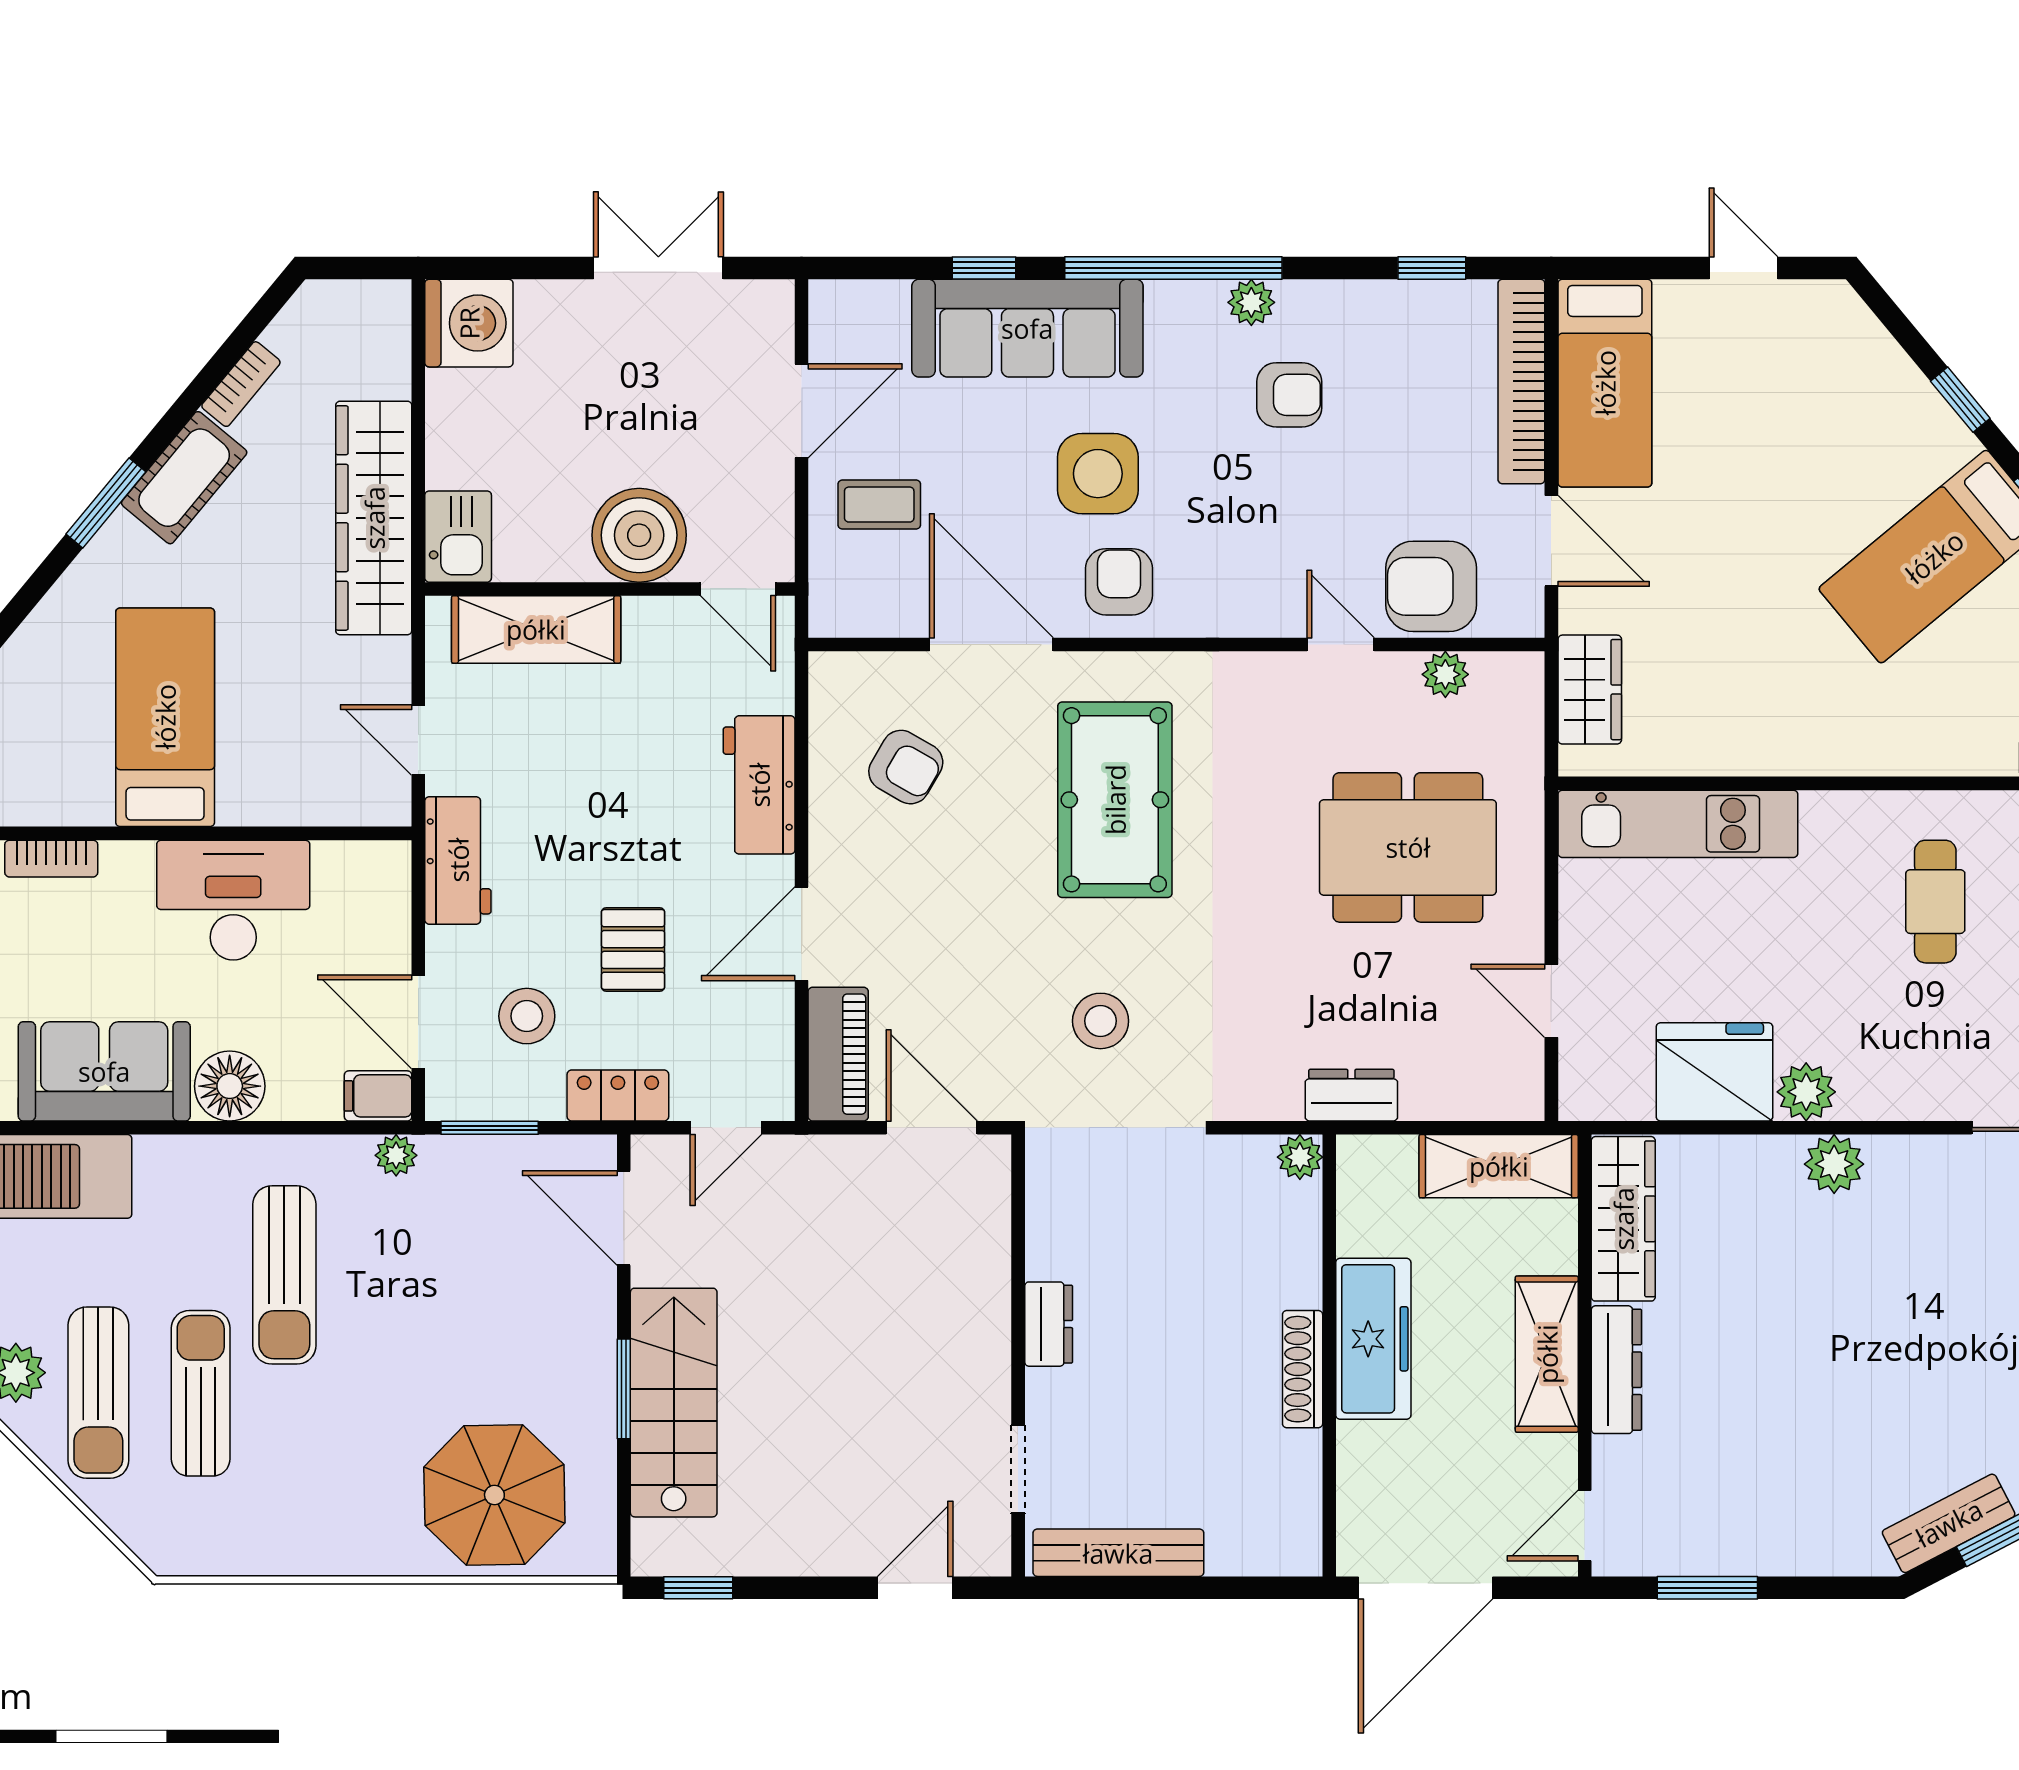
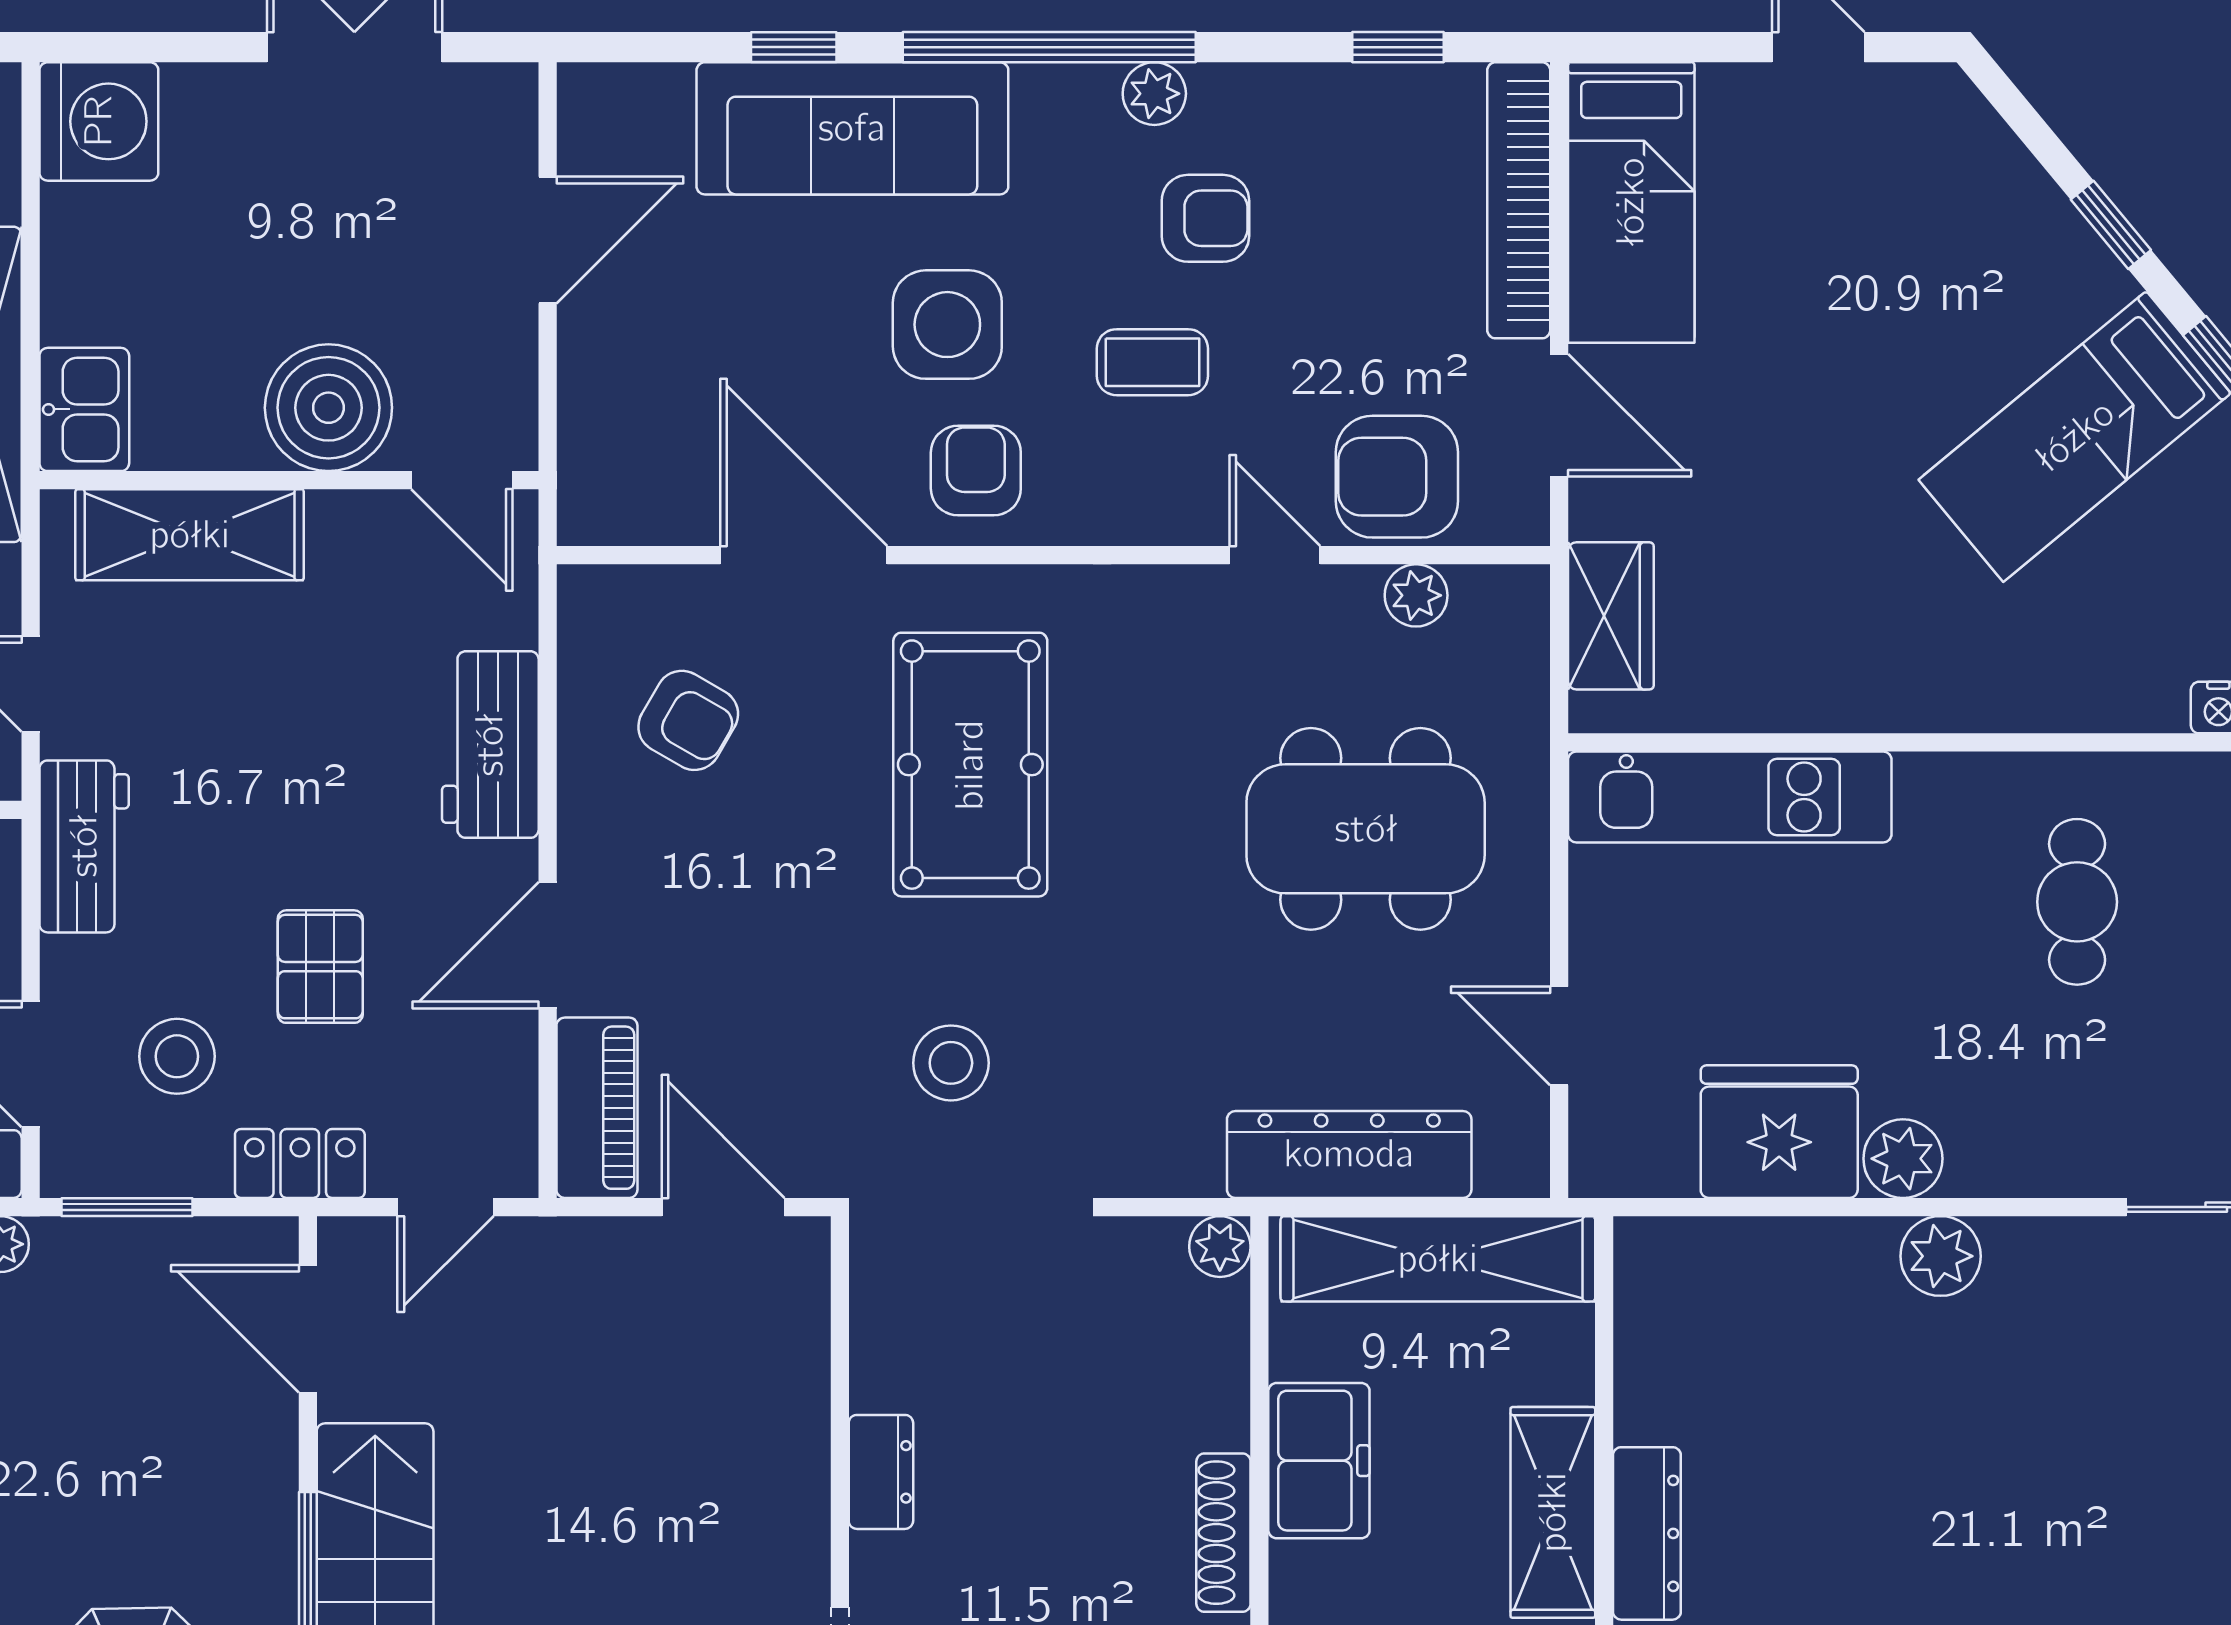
coffee table: (879, 505) -> (1152, 362), moved
dresser: (1351, 1095) -> (1349, 1154), width x1.96, depth x1.24
shelving: (1499, 1166) -> (1438, 1259), width x1.47
wardrobe: (1623, 1219) -> (1656, 1330), removed
freezer: (1373, 1339) -> (1319, 1461), width x0.71

